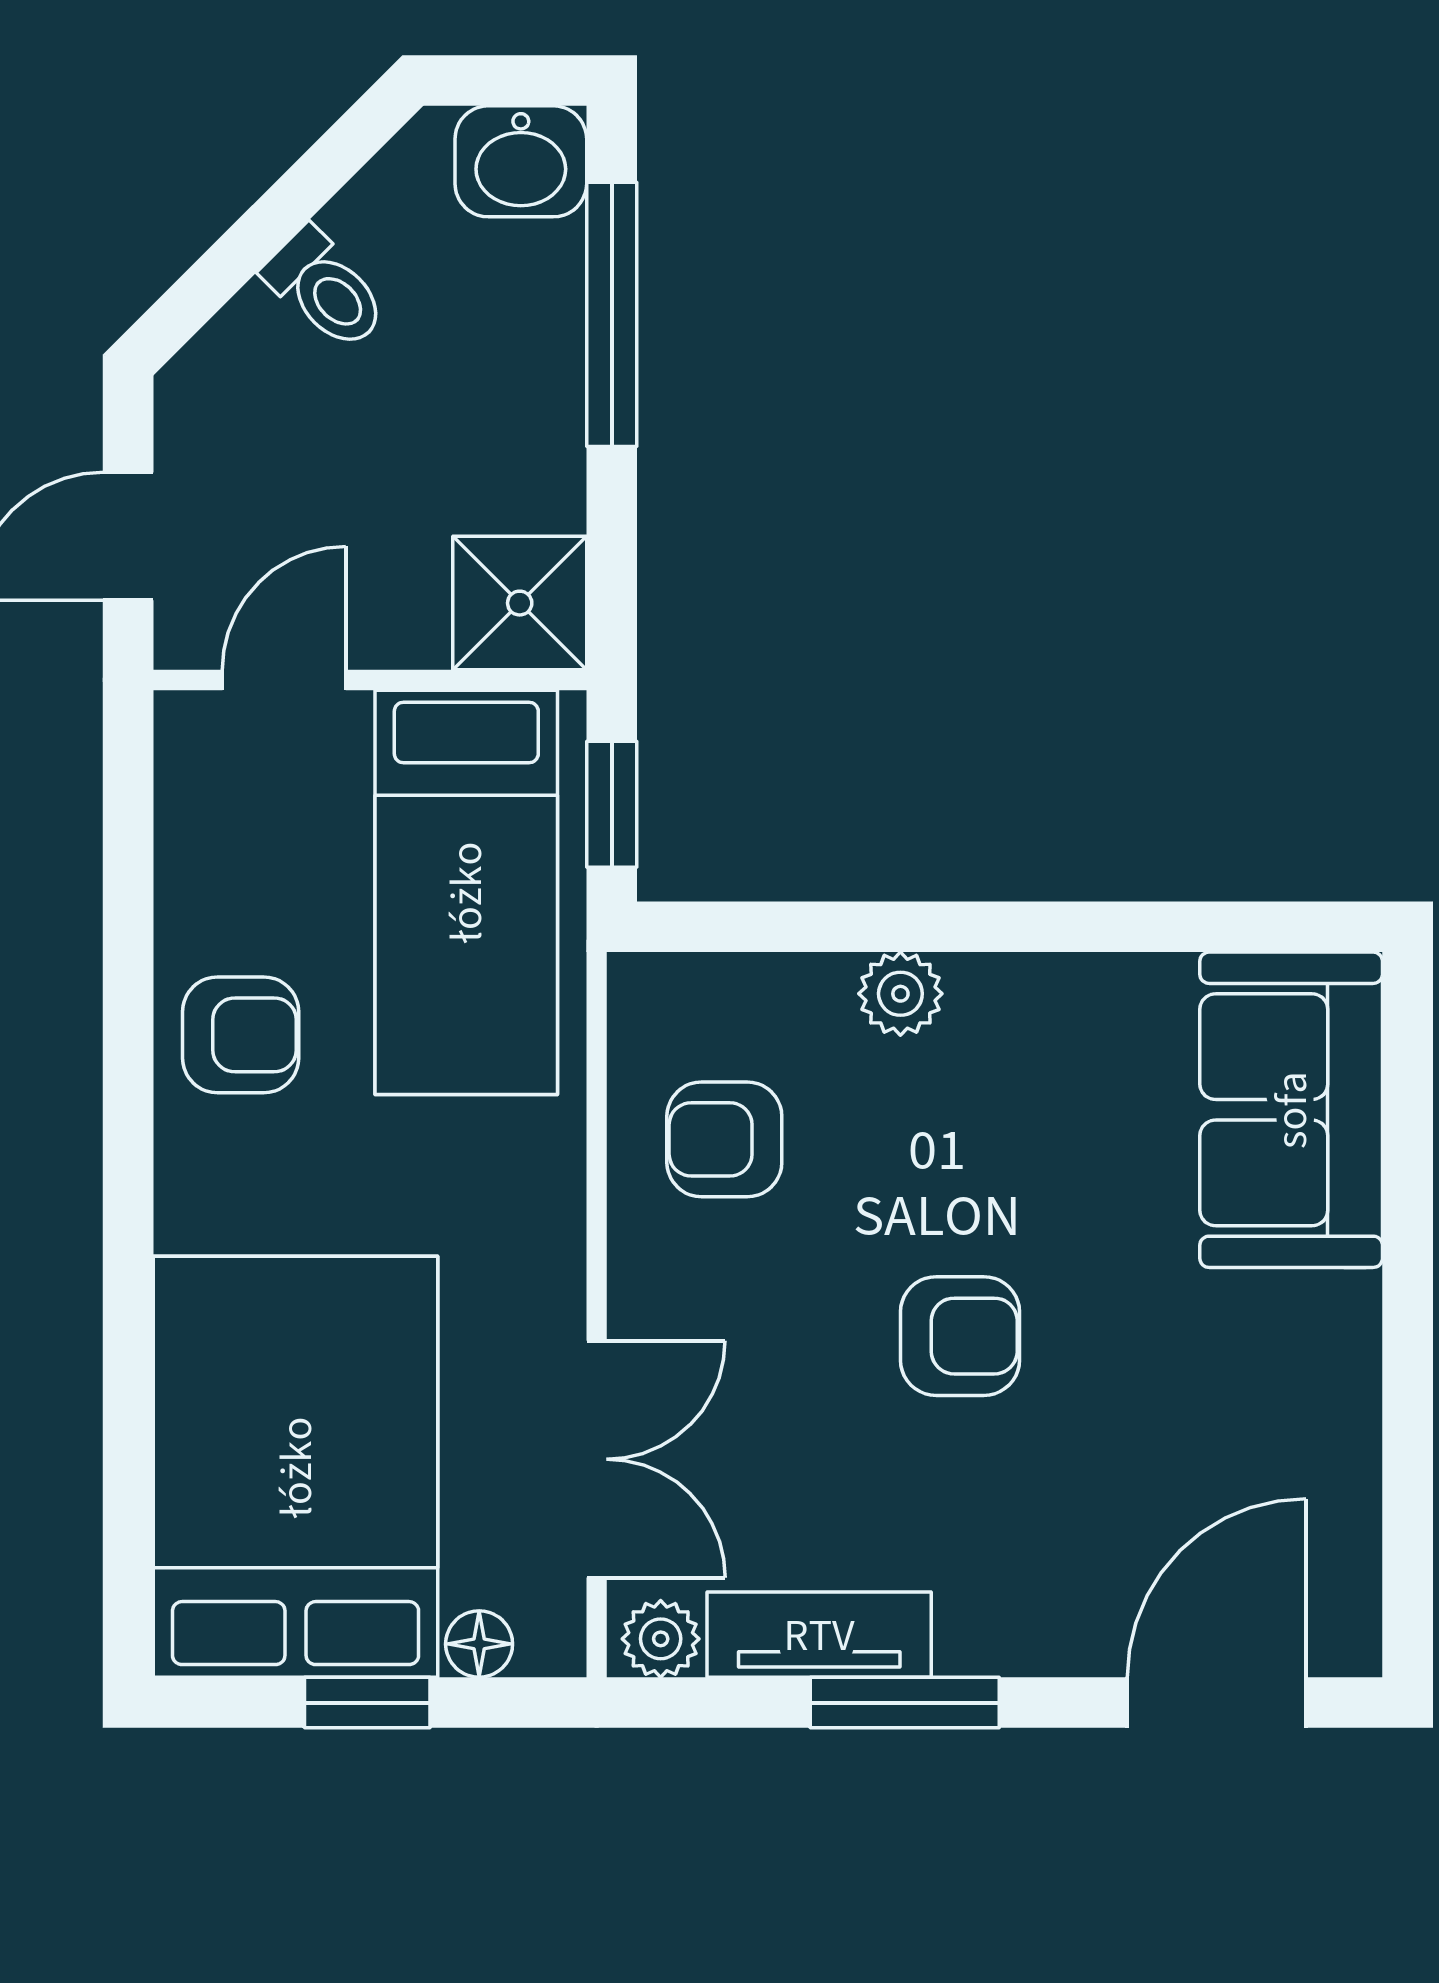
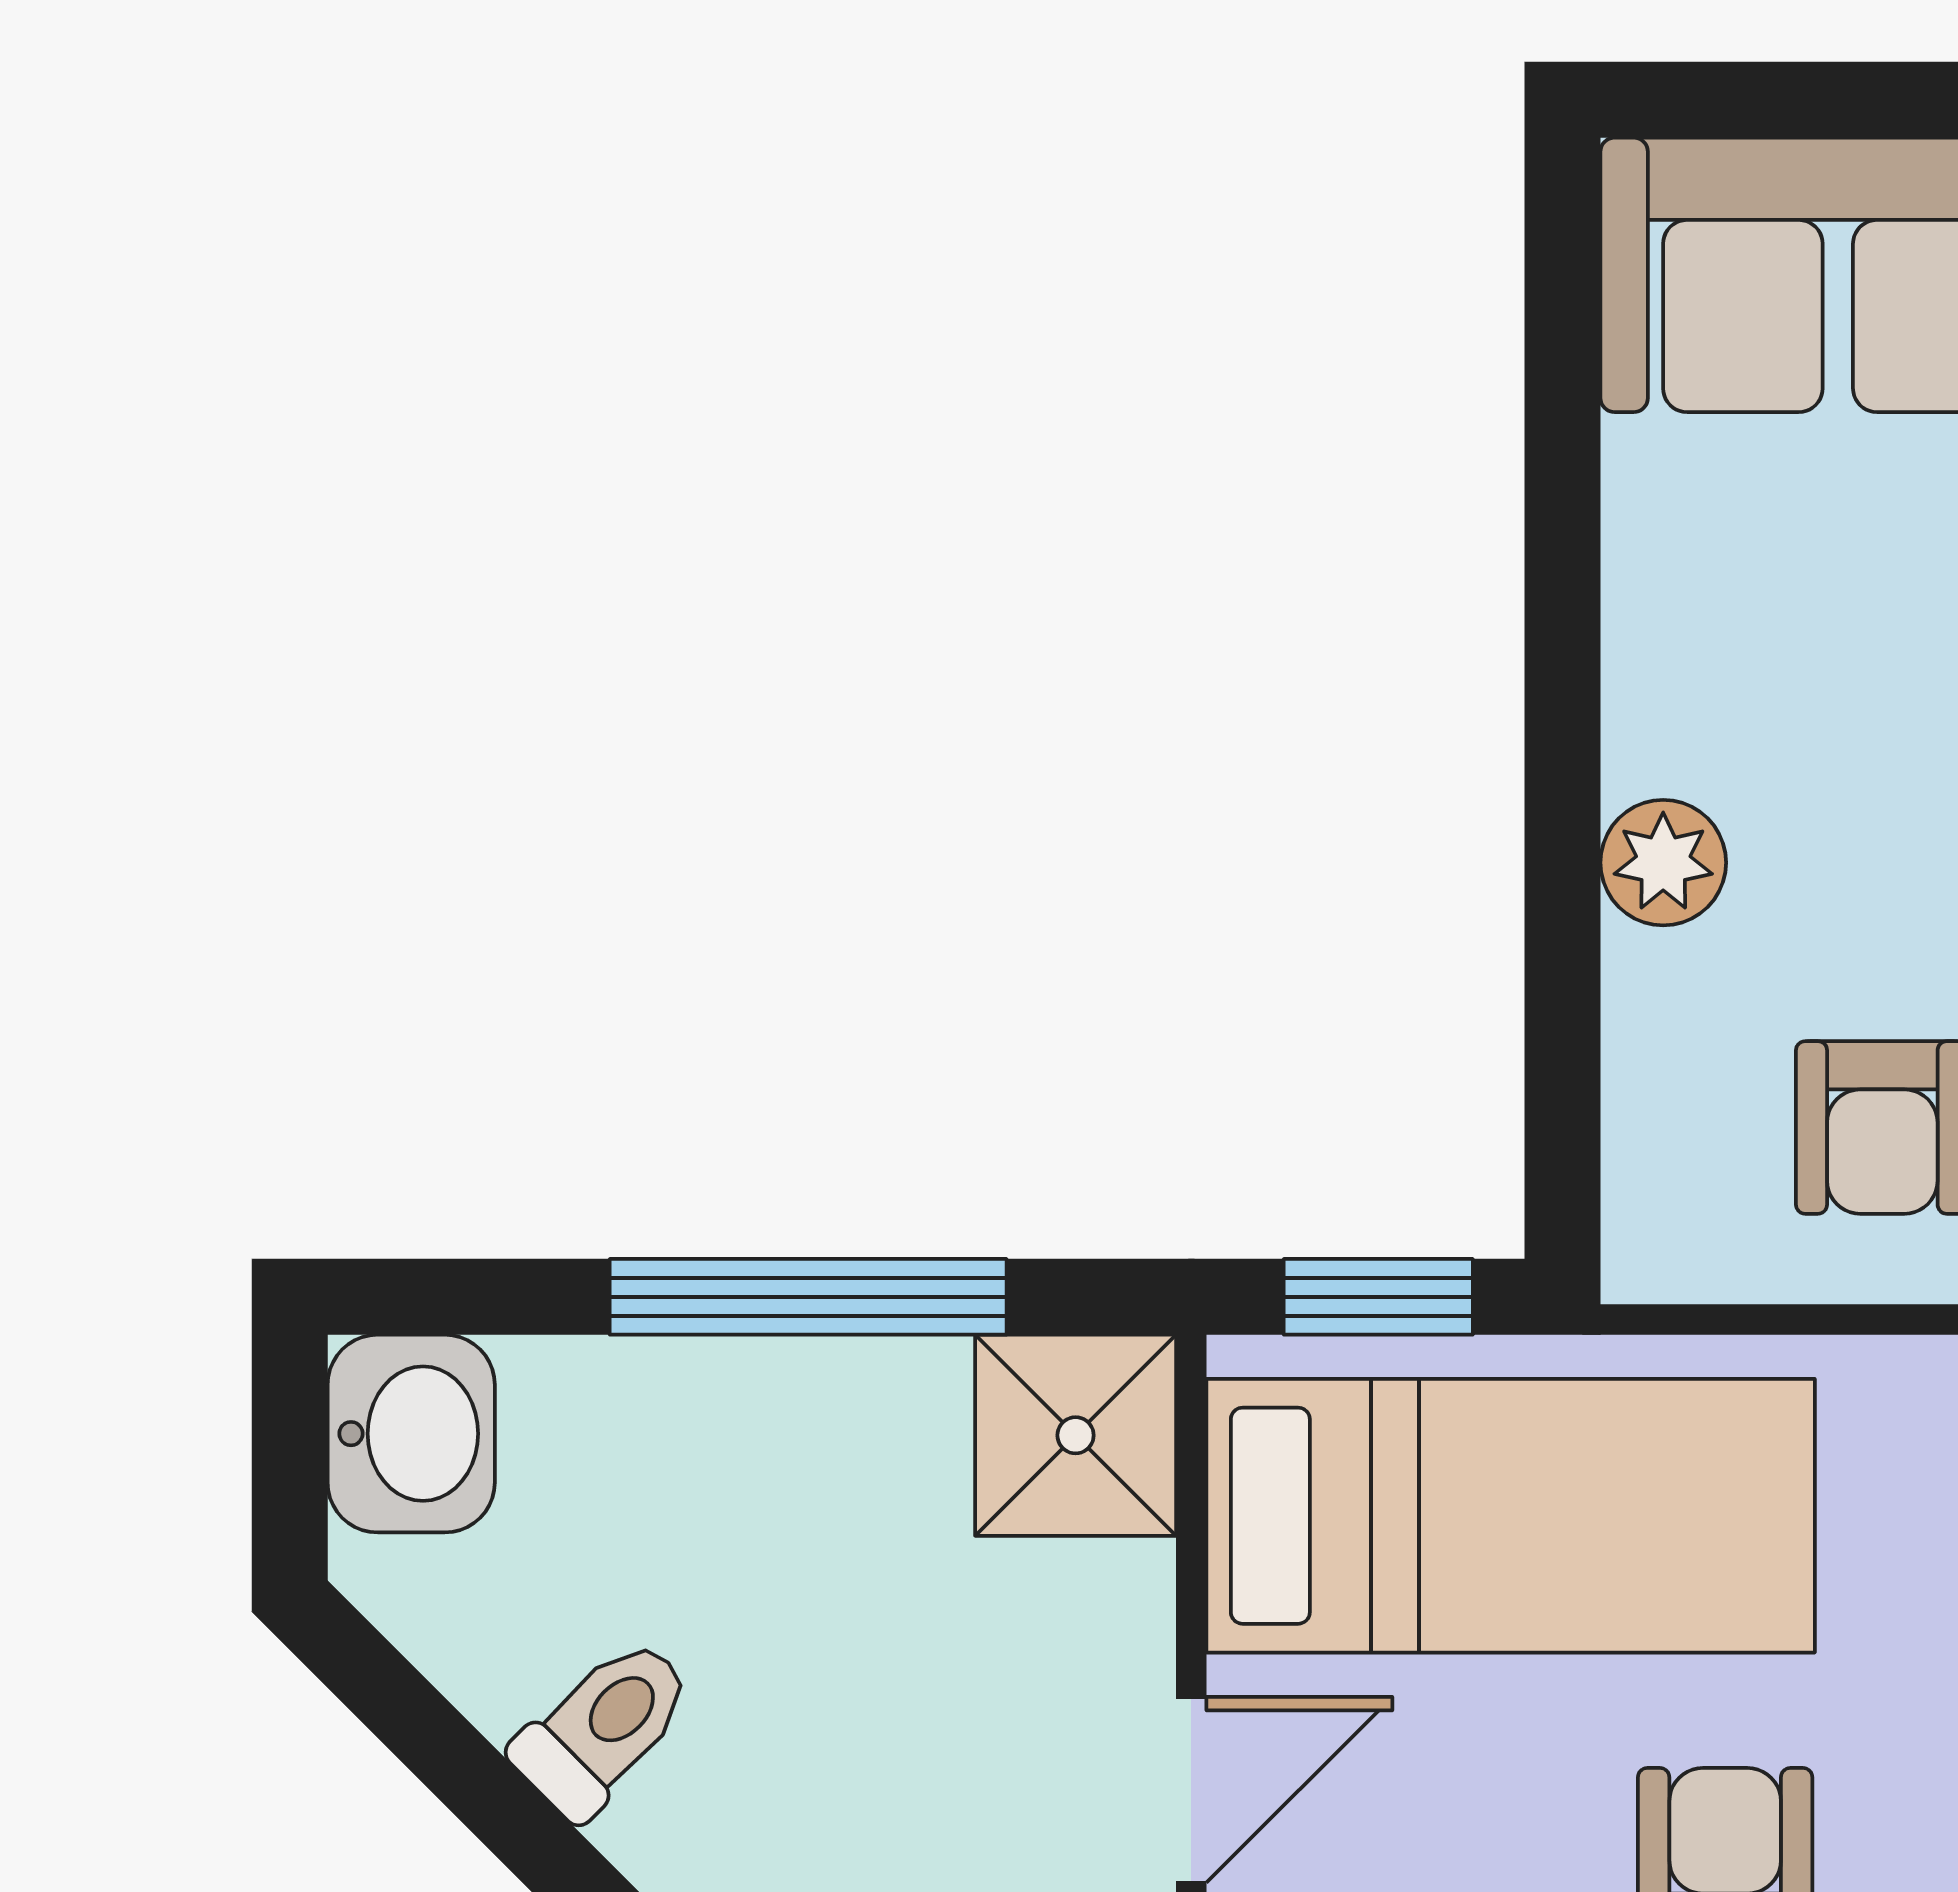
window: (612, 314) -> (808, 1297), moved
door: (284, 680) -> (1191, 1790), swing flipped

